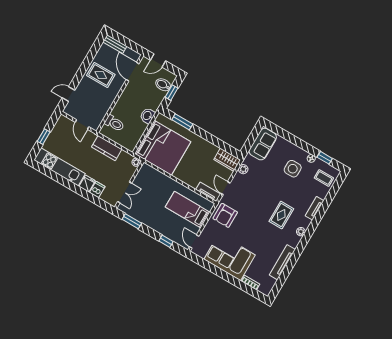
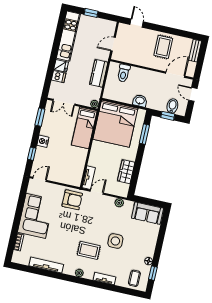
wardrobe: (227, 160) -> (126, 172), moved
side table: (293, 169) -> (115, 241), moved
bed: (188, 210) -> (84, 128), moved, turned 180
armchair: (225, 215) -> (72, 200), turned 180
nightstand: (157, 226) -> (43, 141), added

